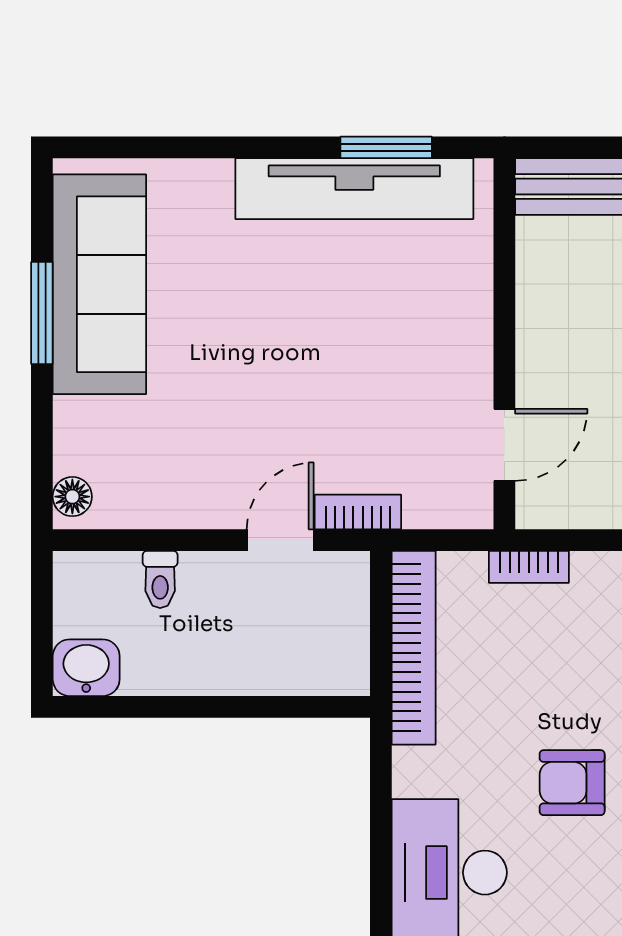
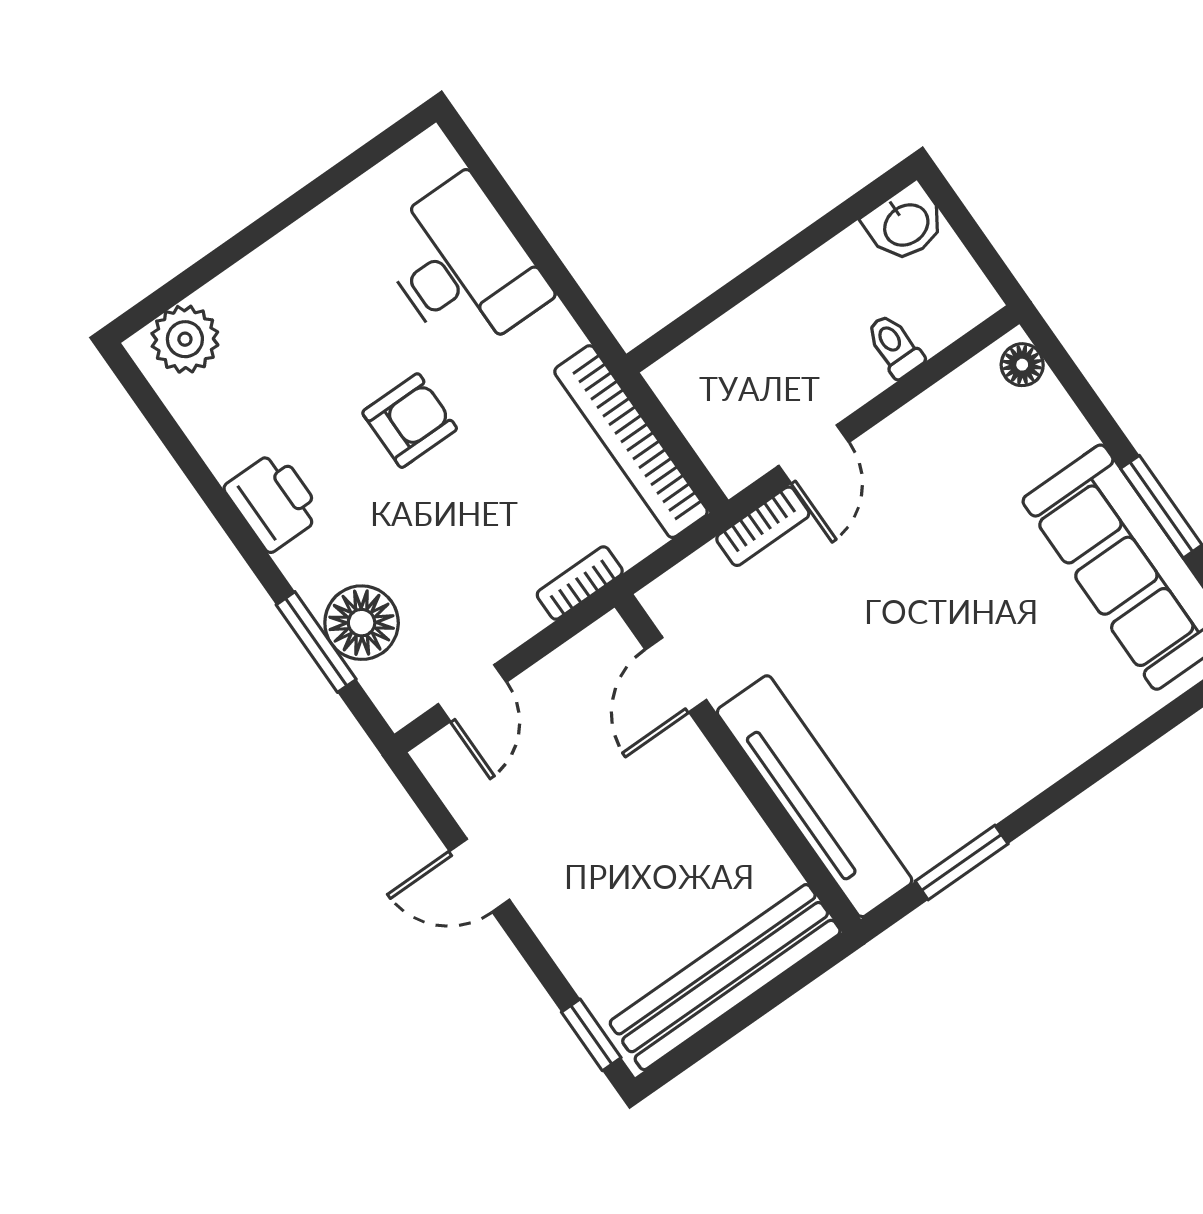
tv unit: (354, 189) -> (815, 796), moved, turned 90

